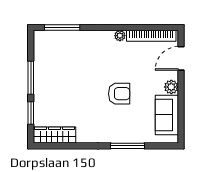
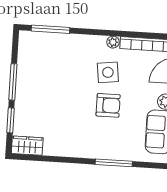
side table: (117, 64) -> (108, 72), added
wardrobe: (55, 135) -> (27, 146), width x0.67

